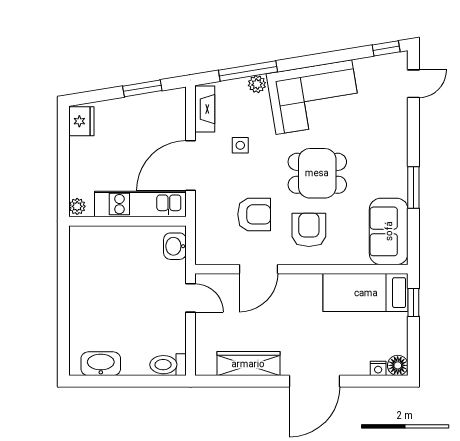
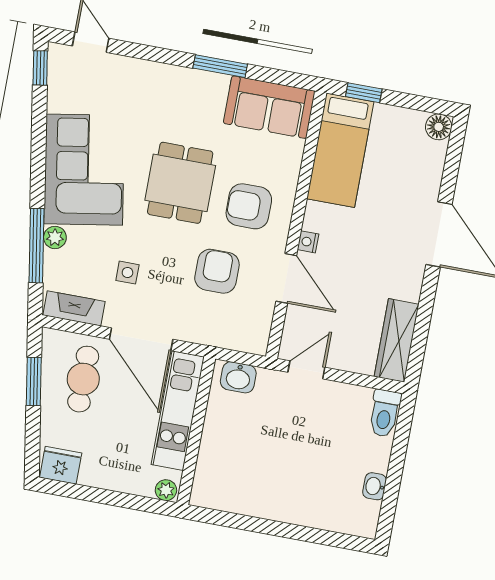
cafe table: (151, 126) -> (83, 379), added
washbasin: (101, 364) -> (375, 486), width x0.52, depth x0.69
wardrobe: (248, 364) -> (397, 340), moved
nightstand: (378, 368) -> (308, 242), moved, turned 180

